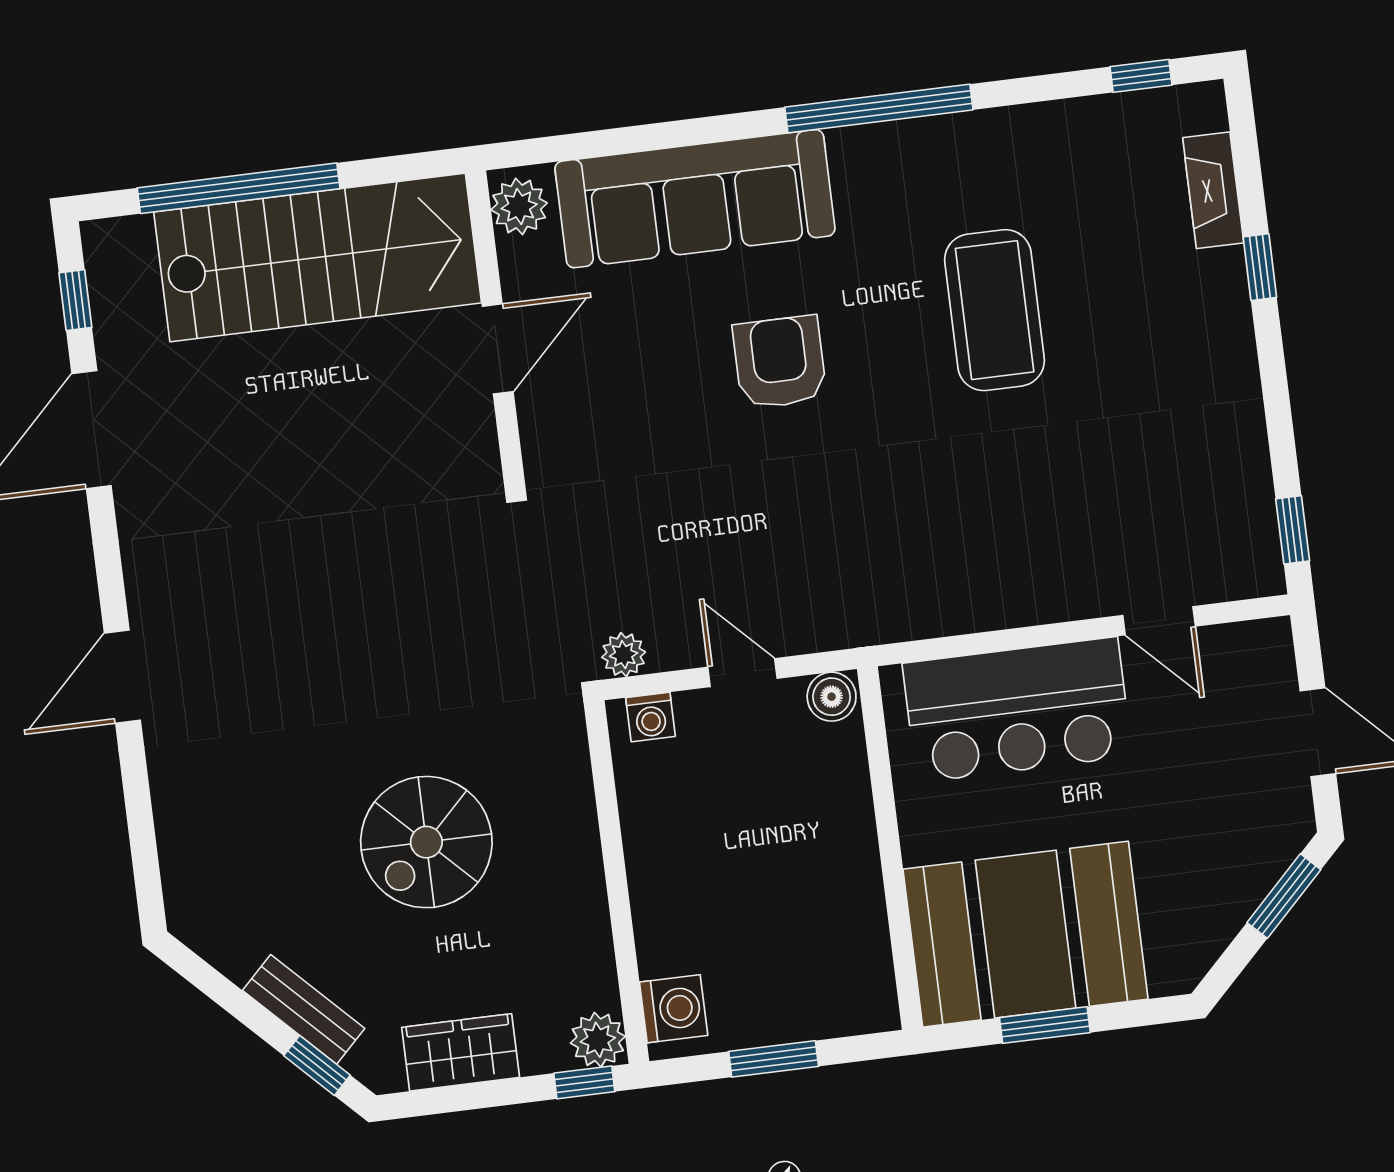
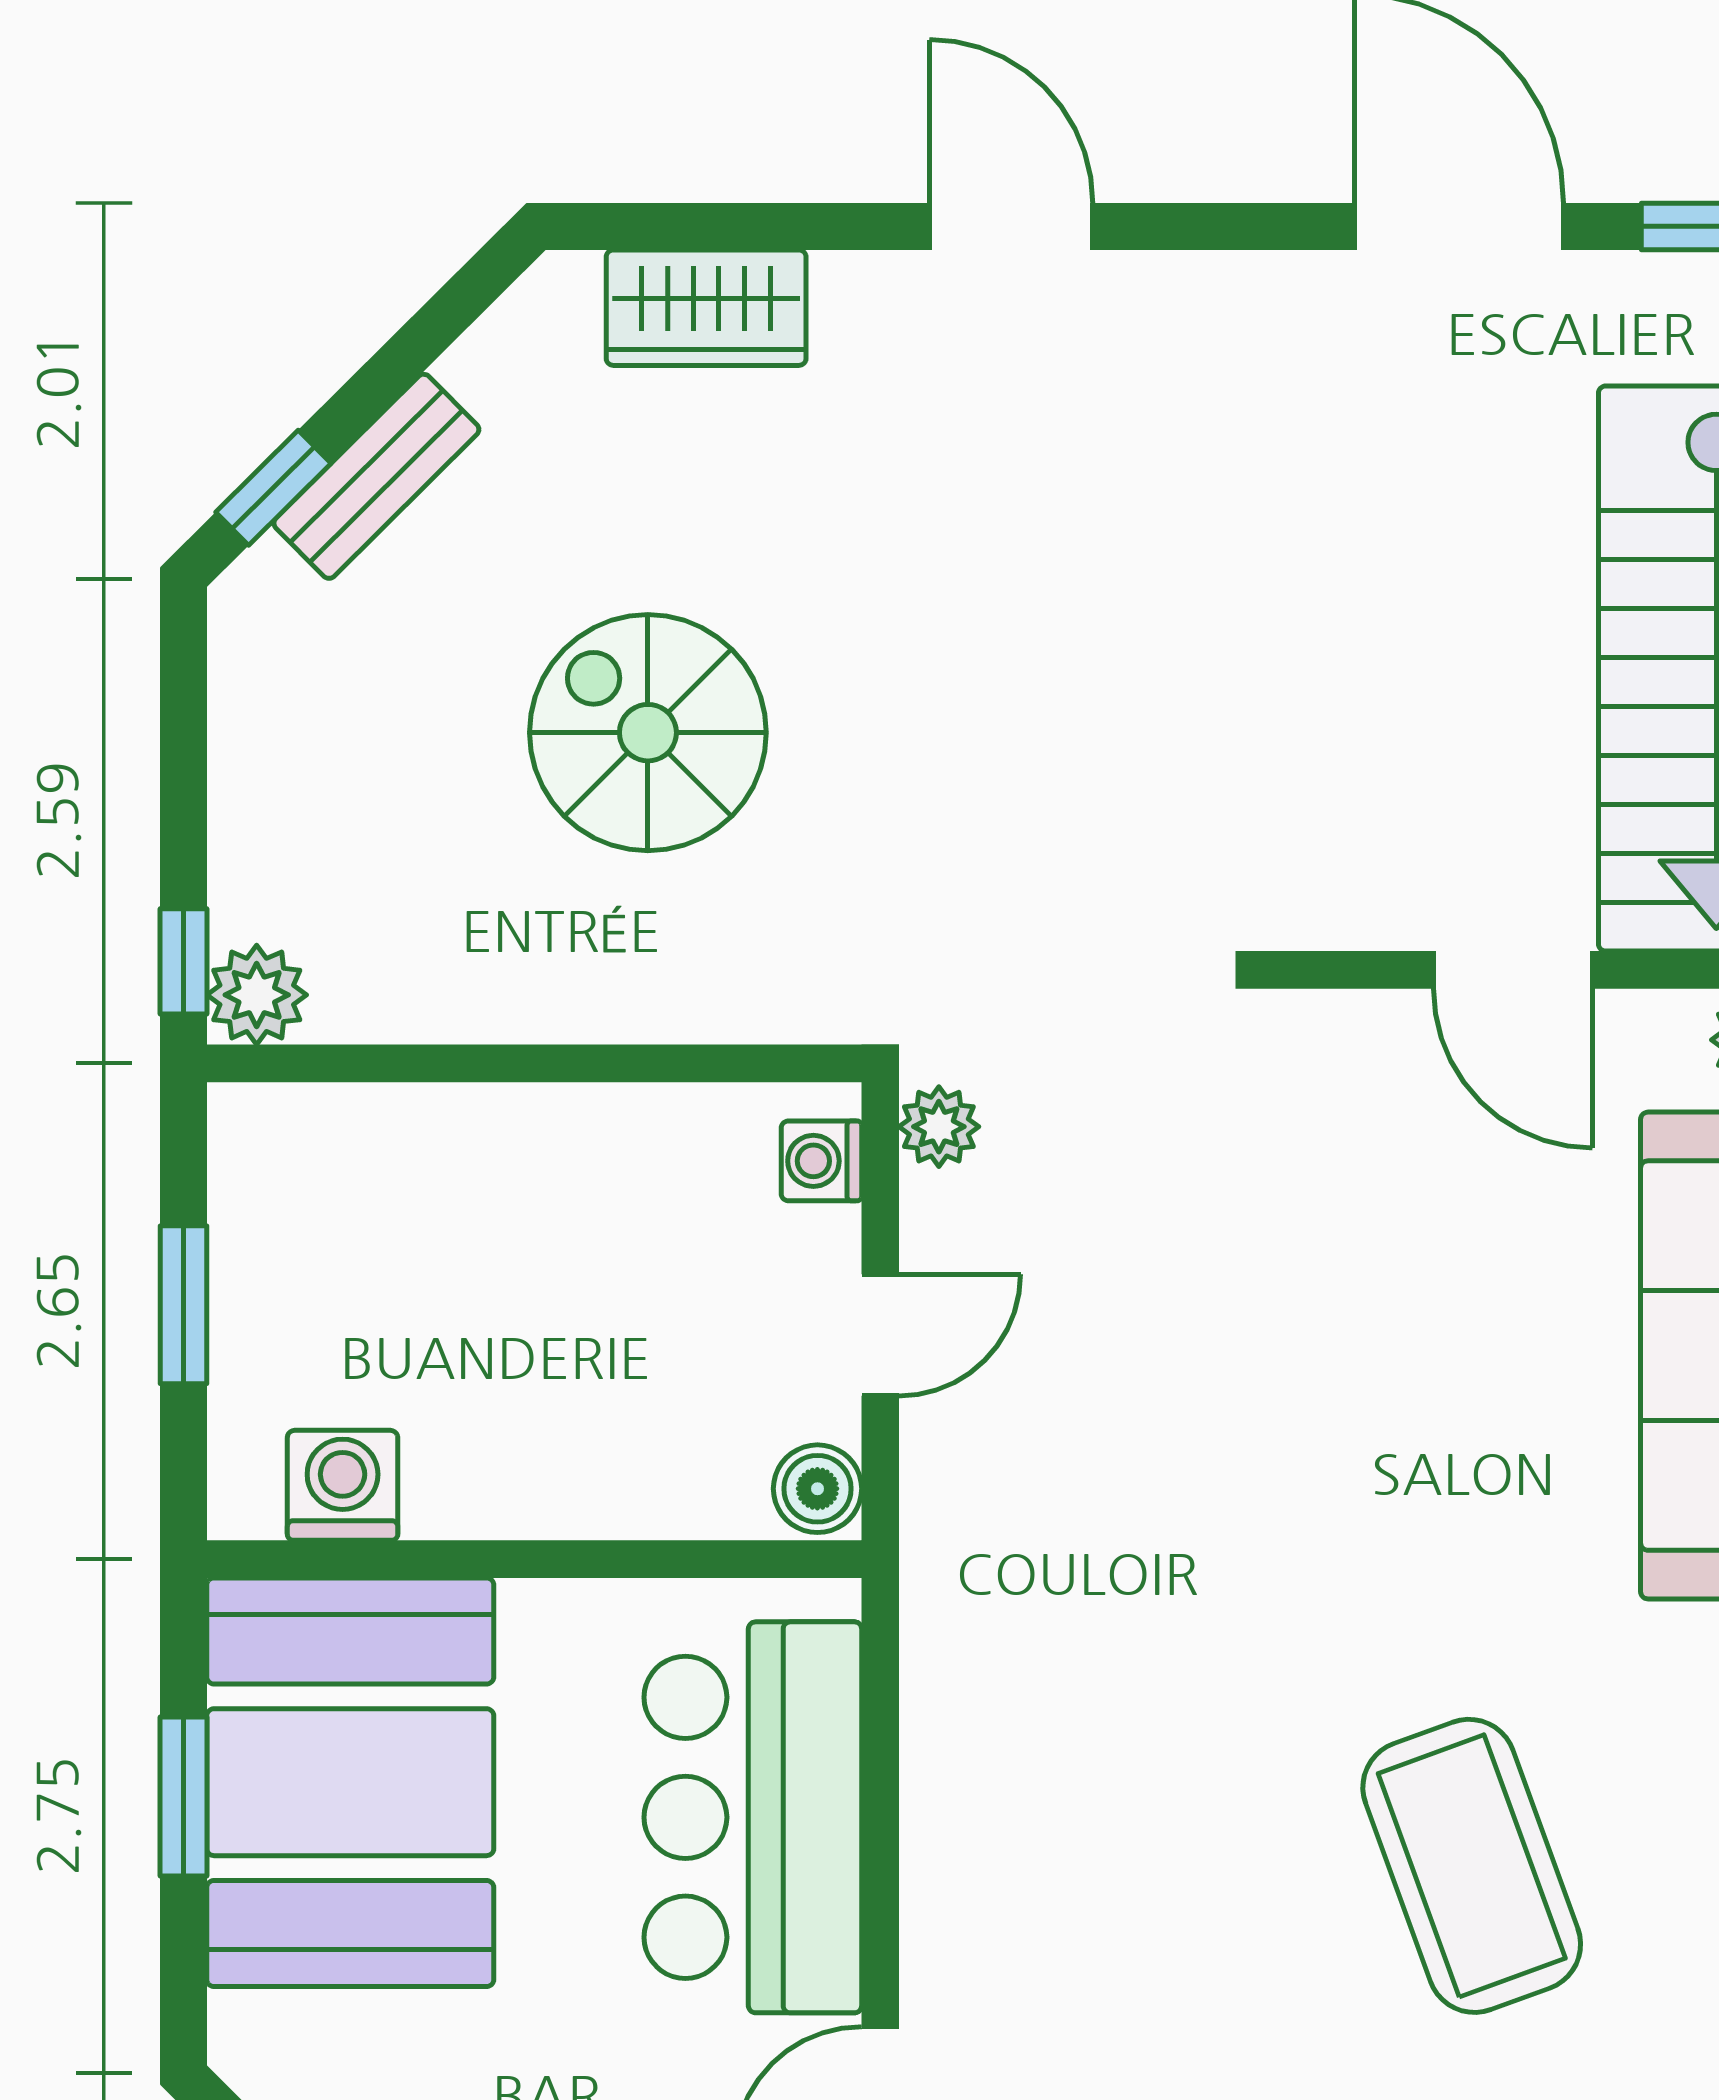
coffee table: (995, 310) -> (1472, 1866), turned 70
armchair: (780, 362) -> (1426, 1470), removed
washing machine: (674, 1009) -> (343, 1485), moved, turned 180
wardrobe: (461, 1052) -> (706, 308), moved, turned 90

